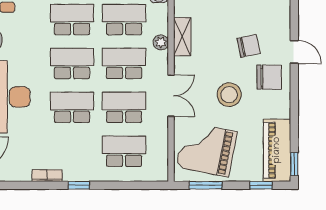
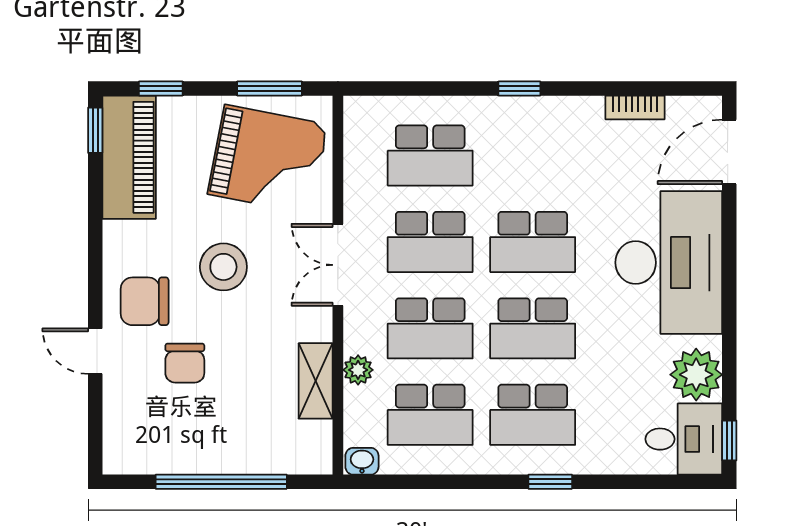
chair: (249, 46) -> (185, 363), turned -78
bookcase: (47, 176) -> (635, 107), moved

